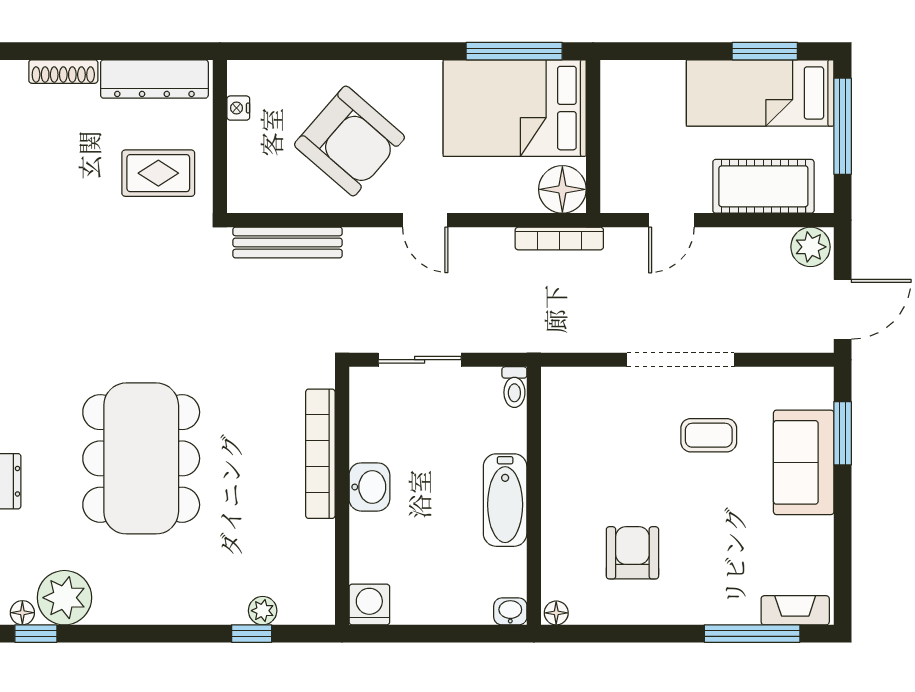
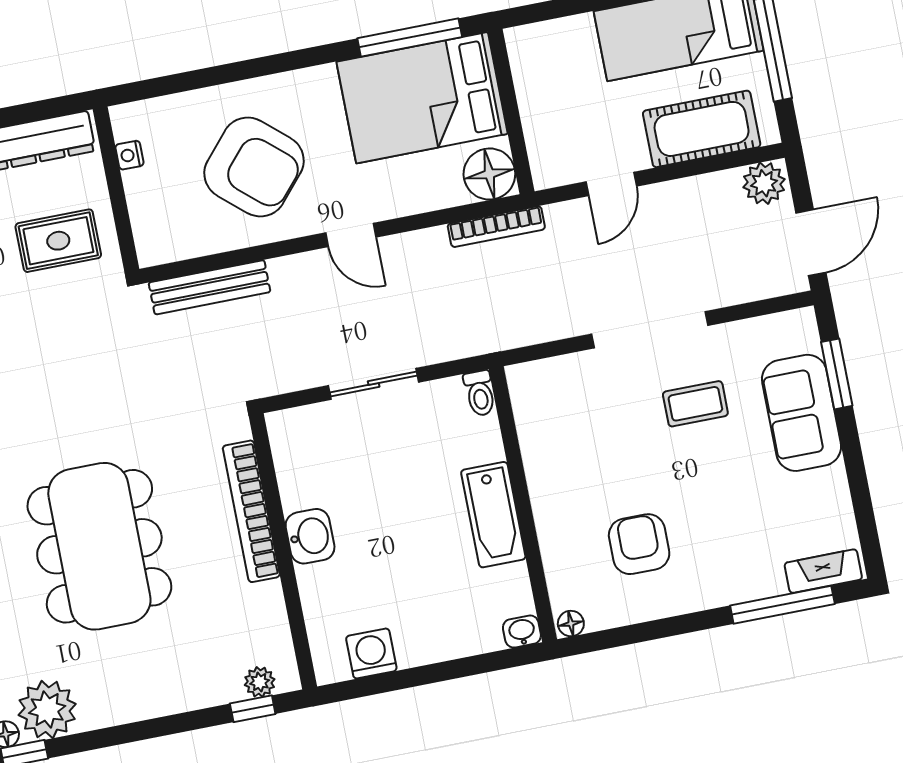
bookcase: (320, 454) -> (251, 511), moved
washbasin: (369, 487) -> (310, 536), moved
wall: (342, 496) -> (283, 551), moved

